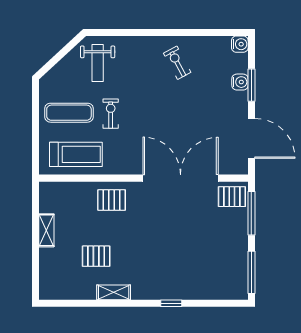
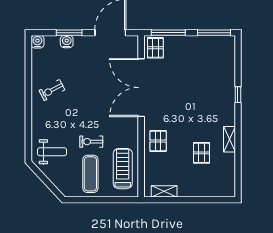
shelving: (46, 230) -> (164, 191), moved

